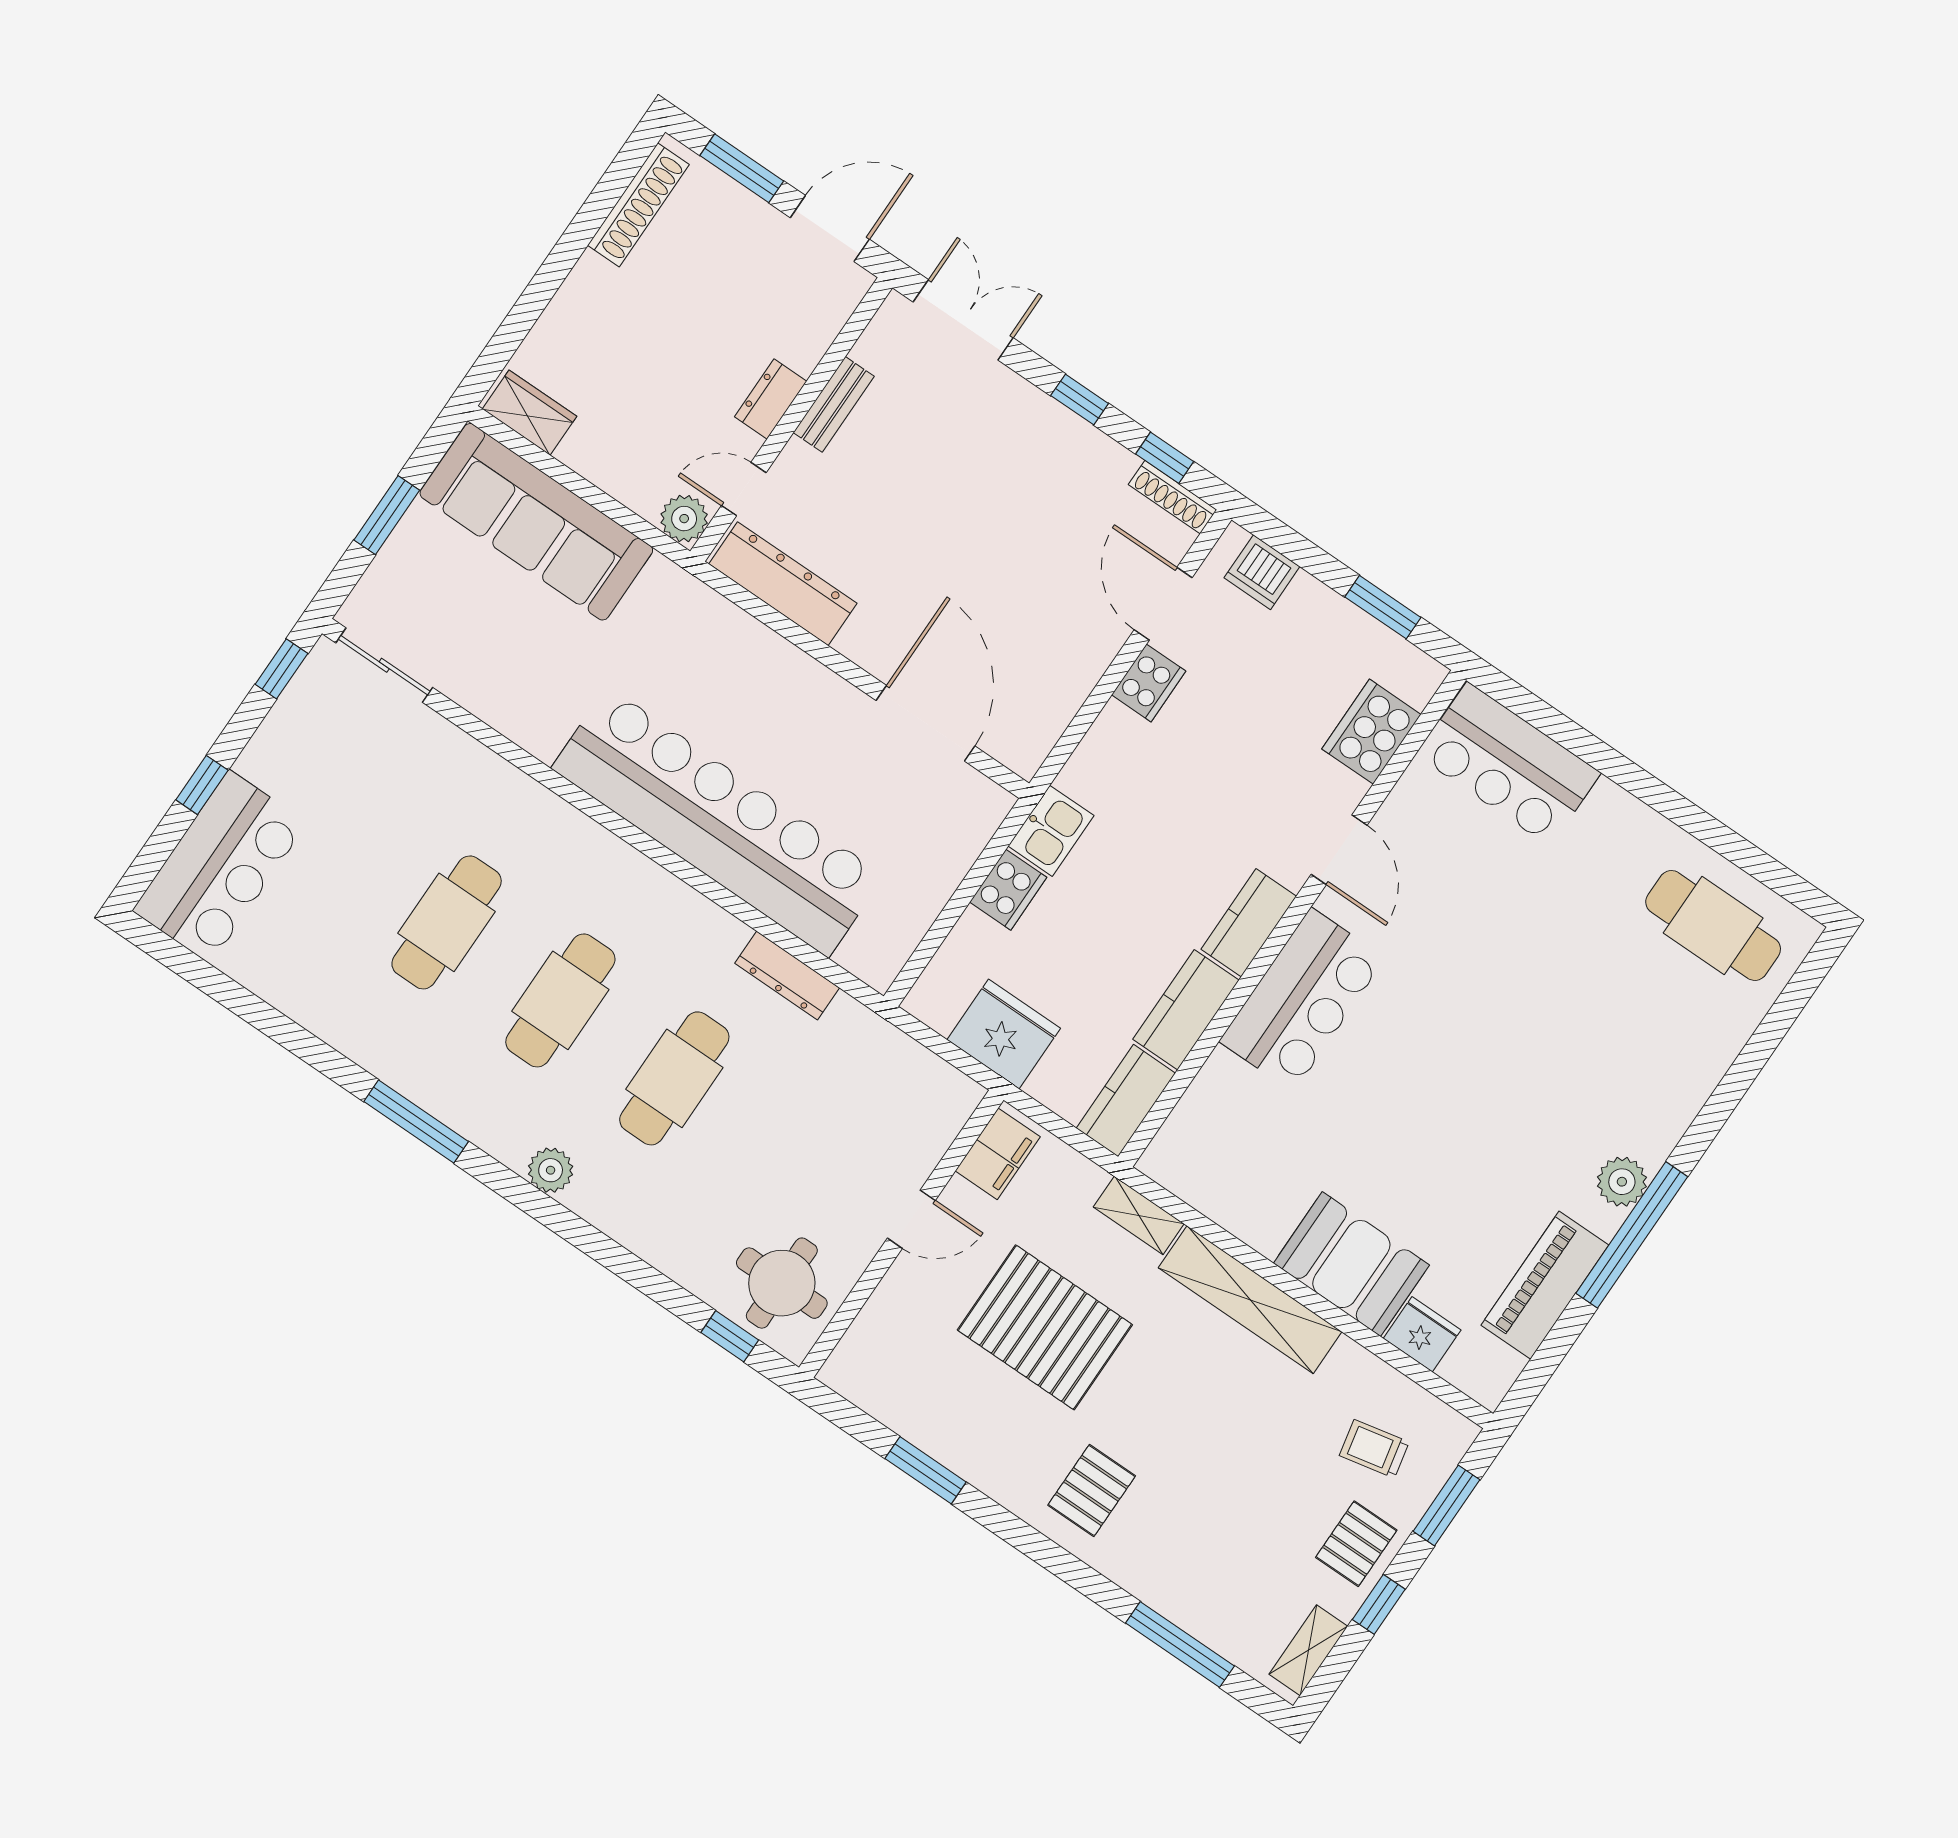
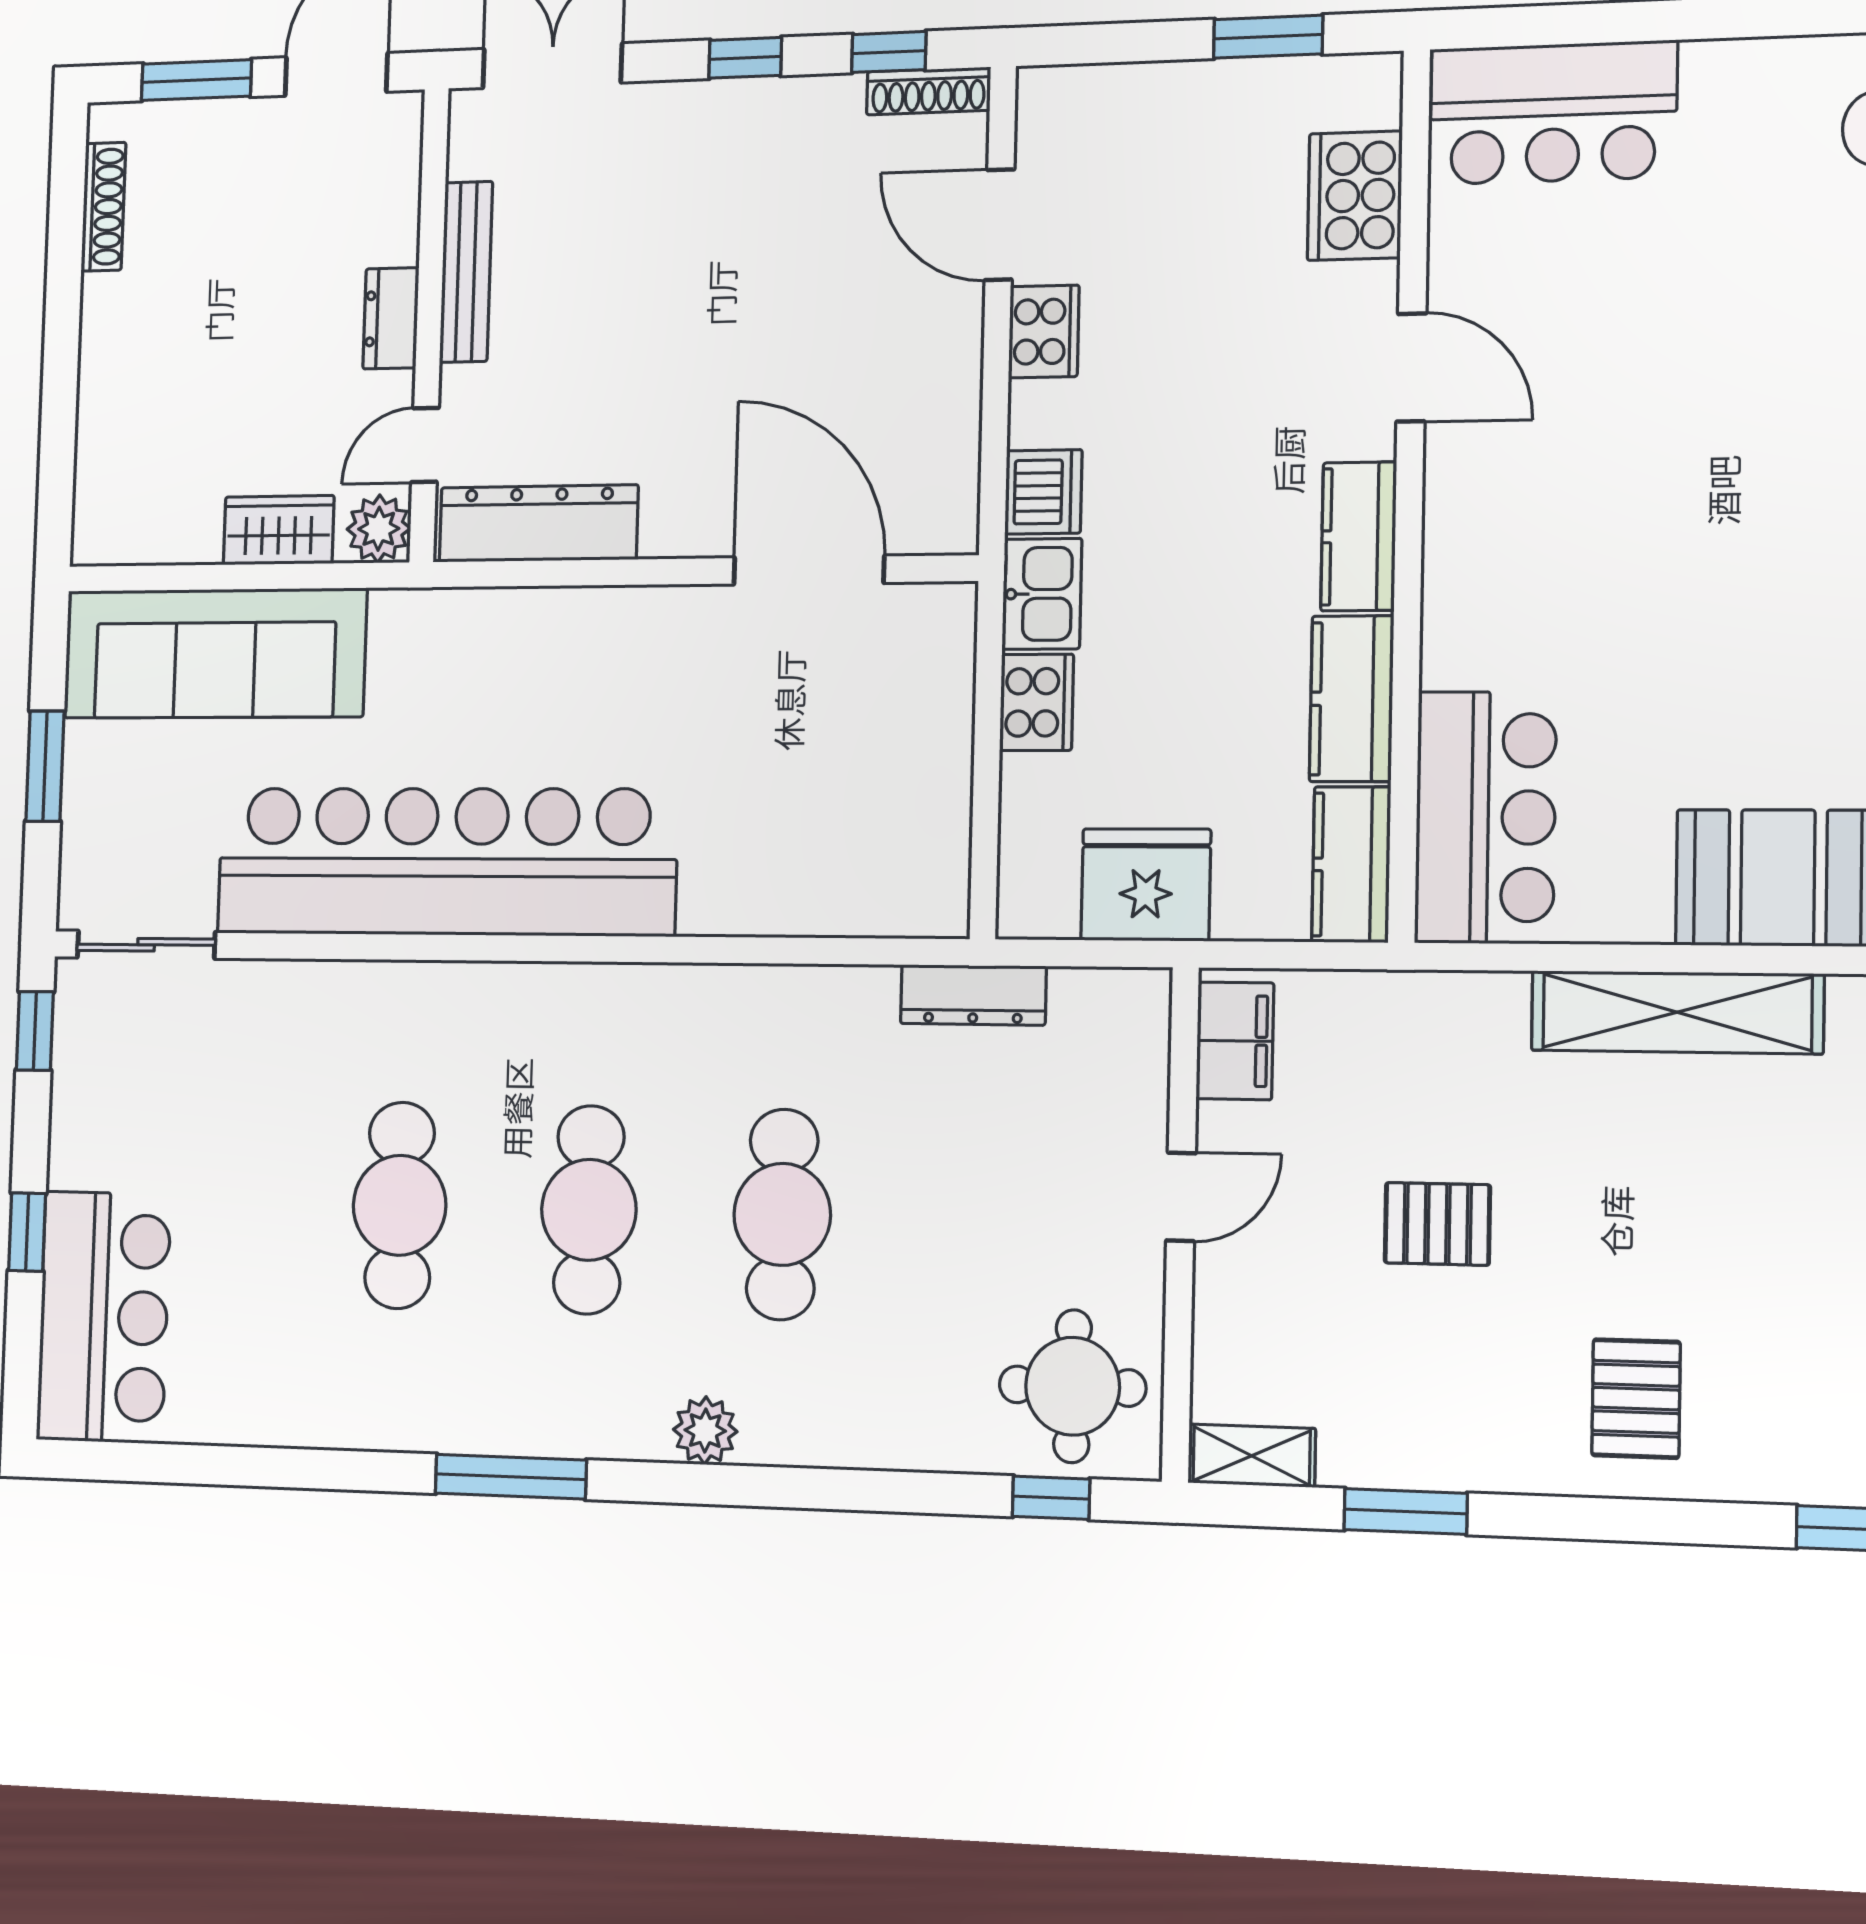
shoe rack: (638, 205) -> (103, 207), width x0.74, depth x0.81
bench: (834, 404) -> (466, 272), width x1.36
wardrobe: (530, 413) -> (279, 530), moved
dishwasher: (1262, 572) -> (1043, 492), moved, turned -90
bar counter: (718, 822) -> (446, 862), moved
dresser: (787, 975) -> (973, 995), moved
bar counter: (1302, 1000) -> (1485, 817), moved
shelving: (1139, 1215) -> (1252, 1456), moved
pallet: (1045, 1327) -> (1437, 1224), width x0.49, depth x0.50

